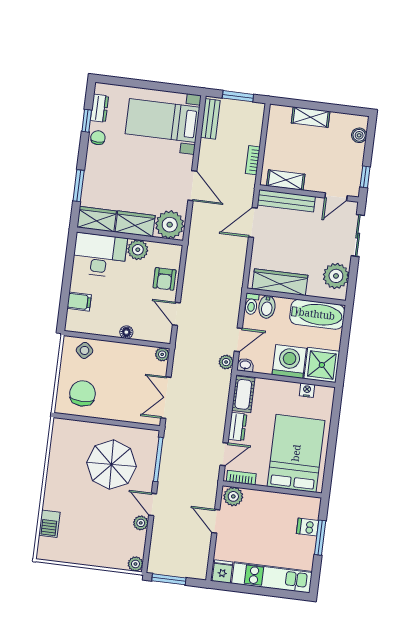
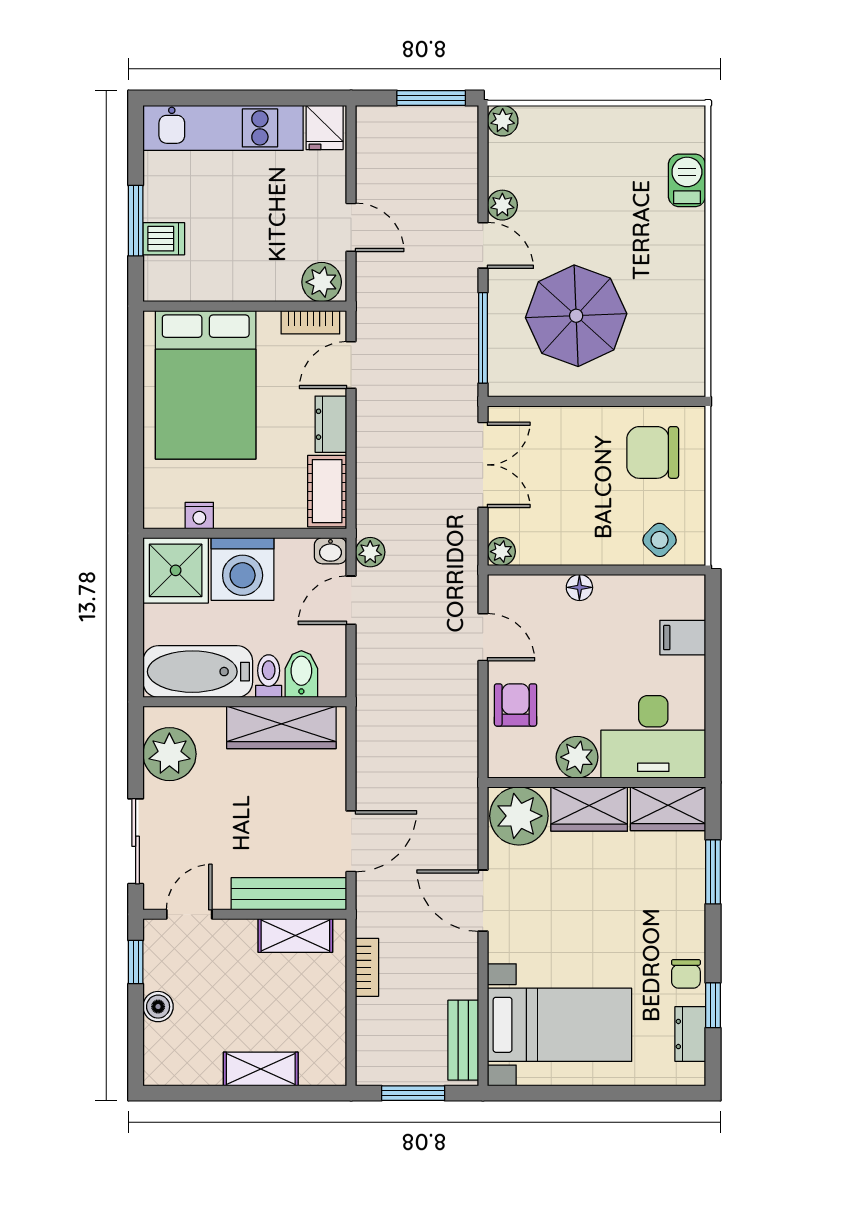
boiler: (359, 135) -> (158, 1007), moved
toilet: (251, 304) -> (269, 676), moved
chair: (83, 393) -> (653, 452), turned 90

